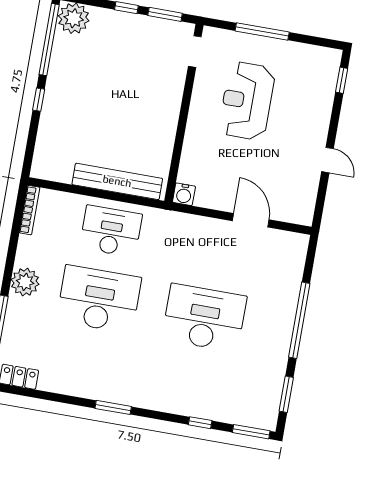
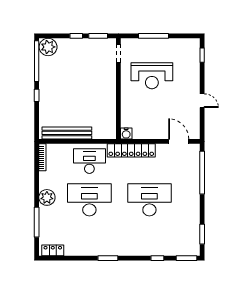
reception desk: (247, 101) -> (152, 76), turned -90
bench: (117, 181) -> (67, 133), moved
door: (251, 220) -> (179, 141), moved
locker: (188, 225) -> (131, 150), added
window: (299, 320) -> (202, 173), moved

